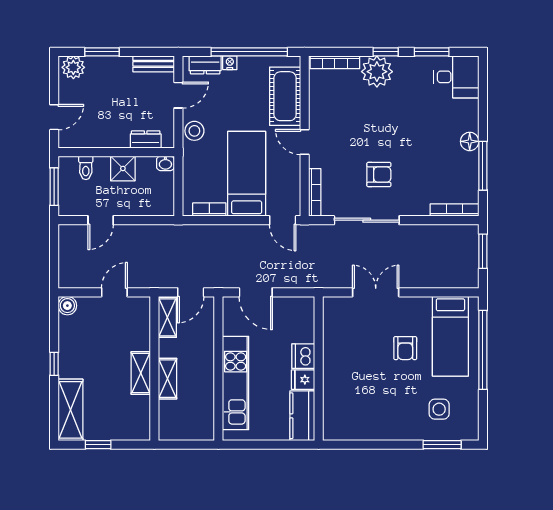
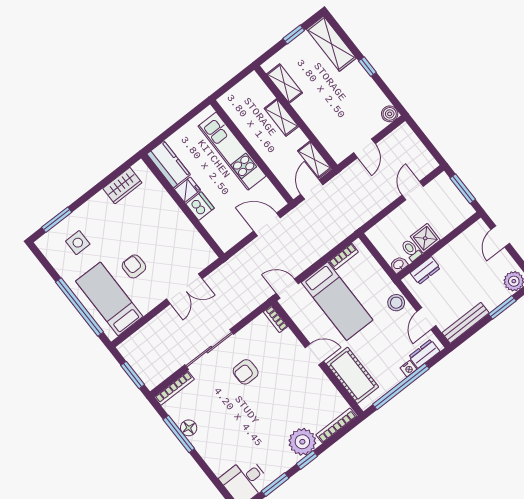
bench: (154, 64) -> (466, 323), width x1.36
floor lamp: (470, 141) -> (189, 428), moved
toilet: (86, 168) -> (411, 250), moved
bookcase: (315, 192) -> (276, 319), width x0.64
sliding door: (367, 220) -> (209, 350), moved
shelving: (141, 373) -> (284, 83), moved
wardrobe: (359, 429) -> (122, 186), added

